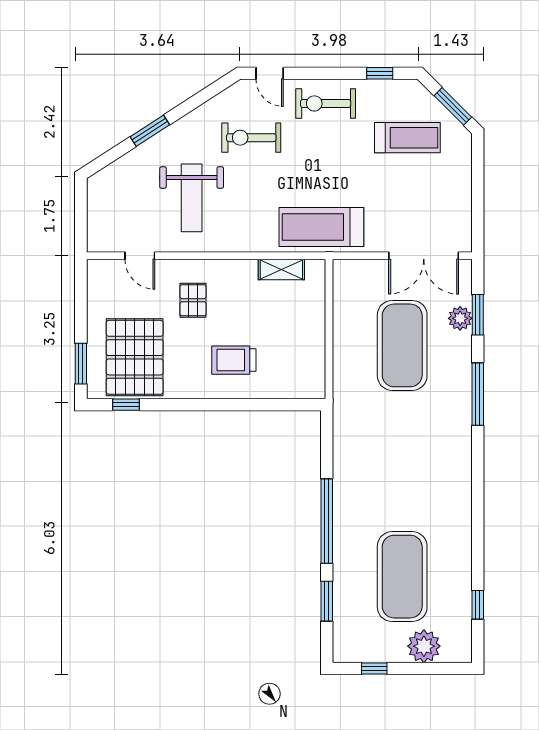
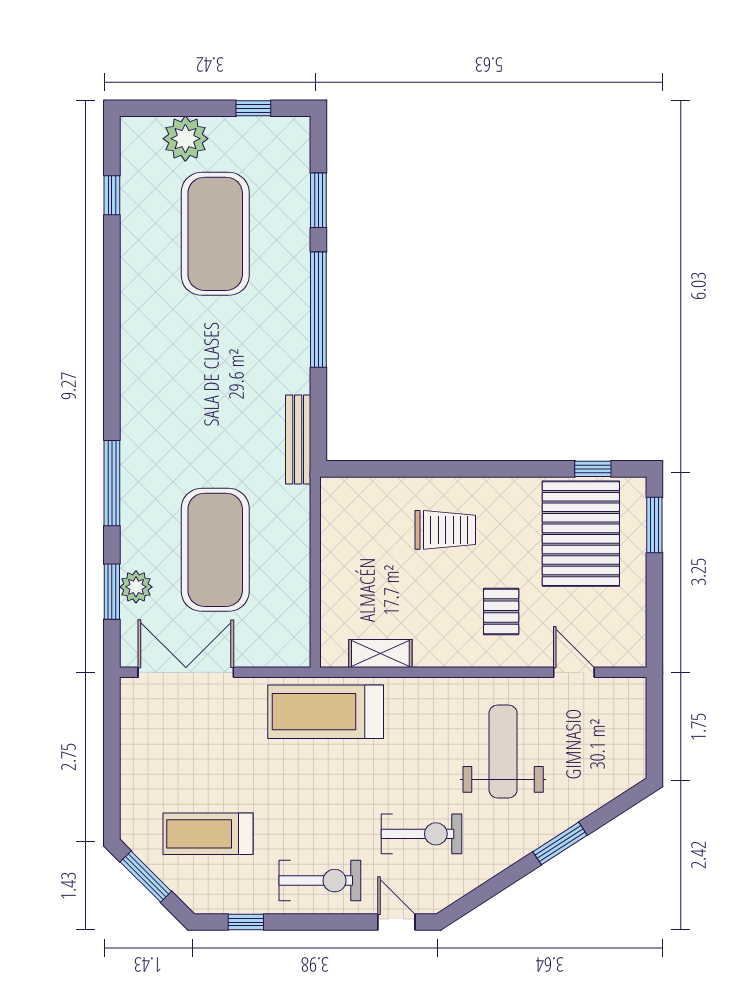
treadmill: (321, 227) -> (326, 712), turned 180
bench: (341, 426) -> (298, 439), added

